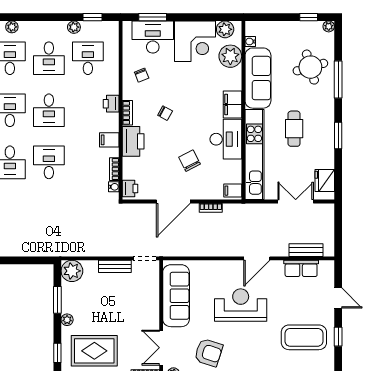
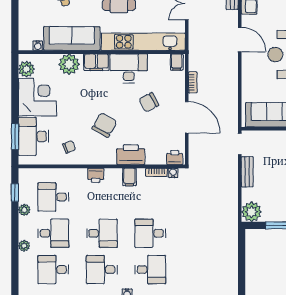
plant: (12, 27) -> (24, 246), moved
plant: (230, 56) -> (69, 64), moved
bookcase: (127, 113) -> (104, 160), removed
chair: (165, 113) -> (104, 125), width x1.87, depth x1.87

